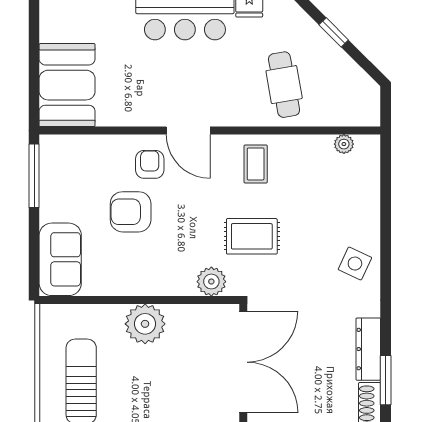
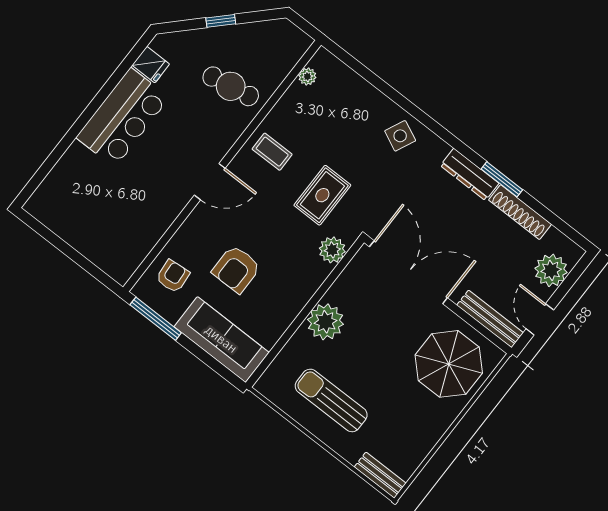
booth: (67, 85) -> (109, 244), removed
armchair: (150, 164) -> (173, 276), moved, turned 85
sofa: (60, 259) -> (221, 339), width x1.36

